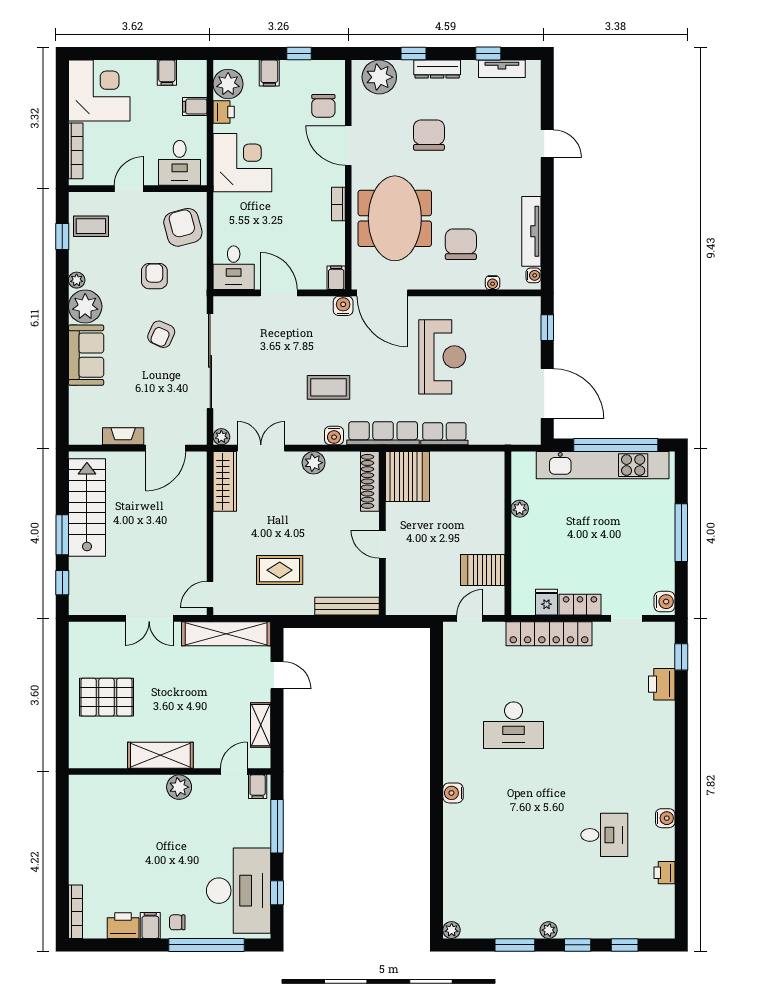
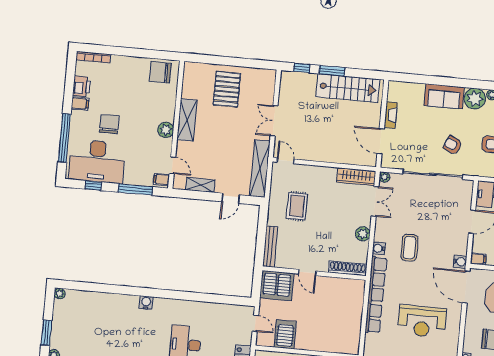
door: (382, 293) -> (466, 287), hinge flipped
server rack: (407, 476) -> (277, 286), moved
door: (382, 544) -> (307, 272), swing flipped
chair: (90, 804) -> (160, 72), added
chair: (177, 922) -> (109, 124), moved, width x1.87, depth x1.87

